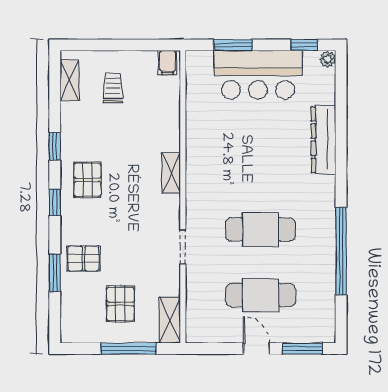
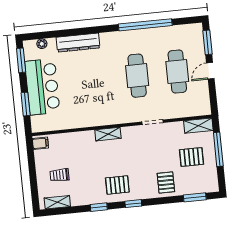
window: (304, 45) -> (21, 60), width x1.50
plant: (328, 59) -> (42, 44), moved
window: (55, 273) -> (195, 197), moved

